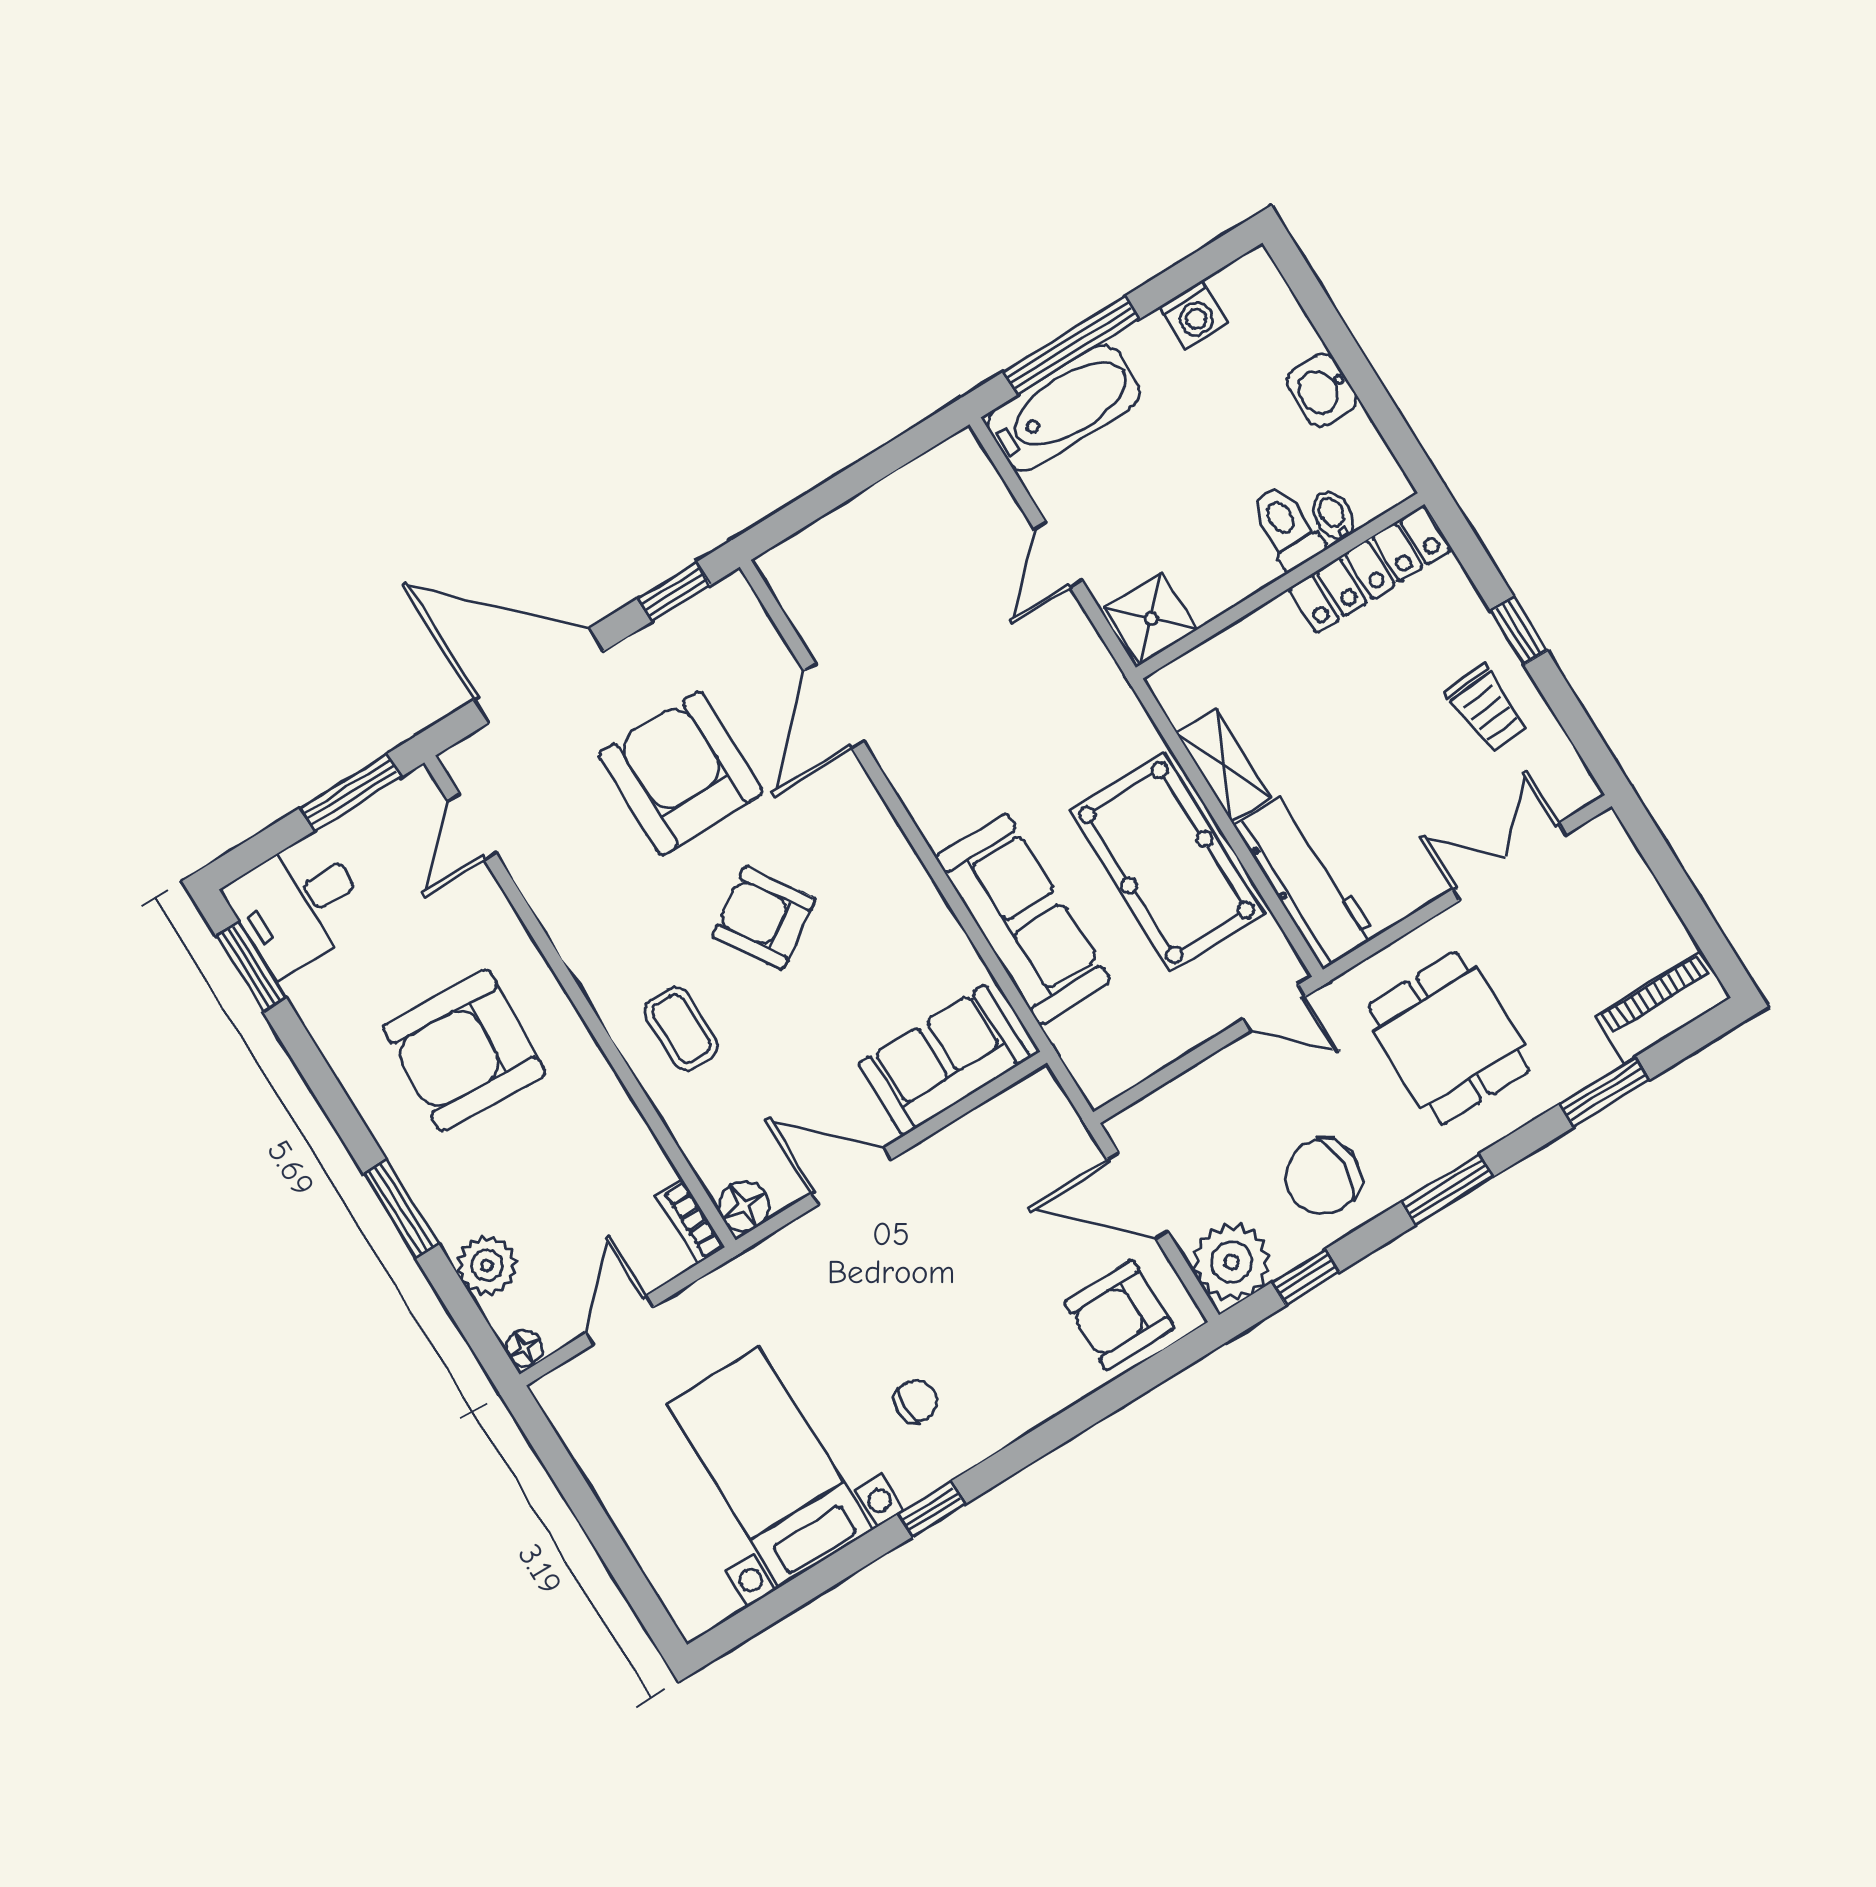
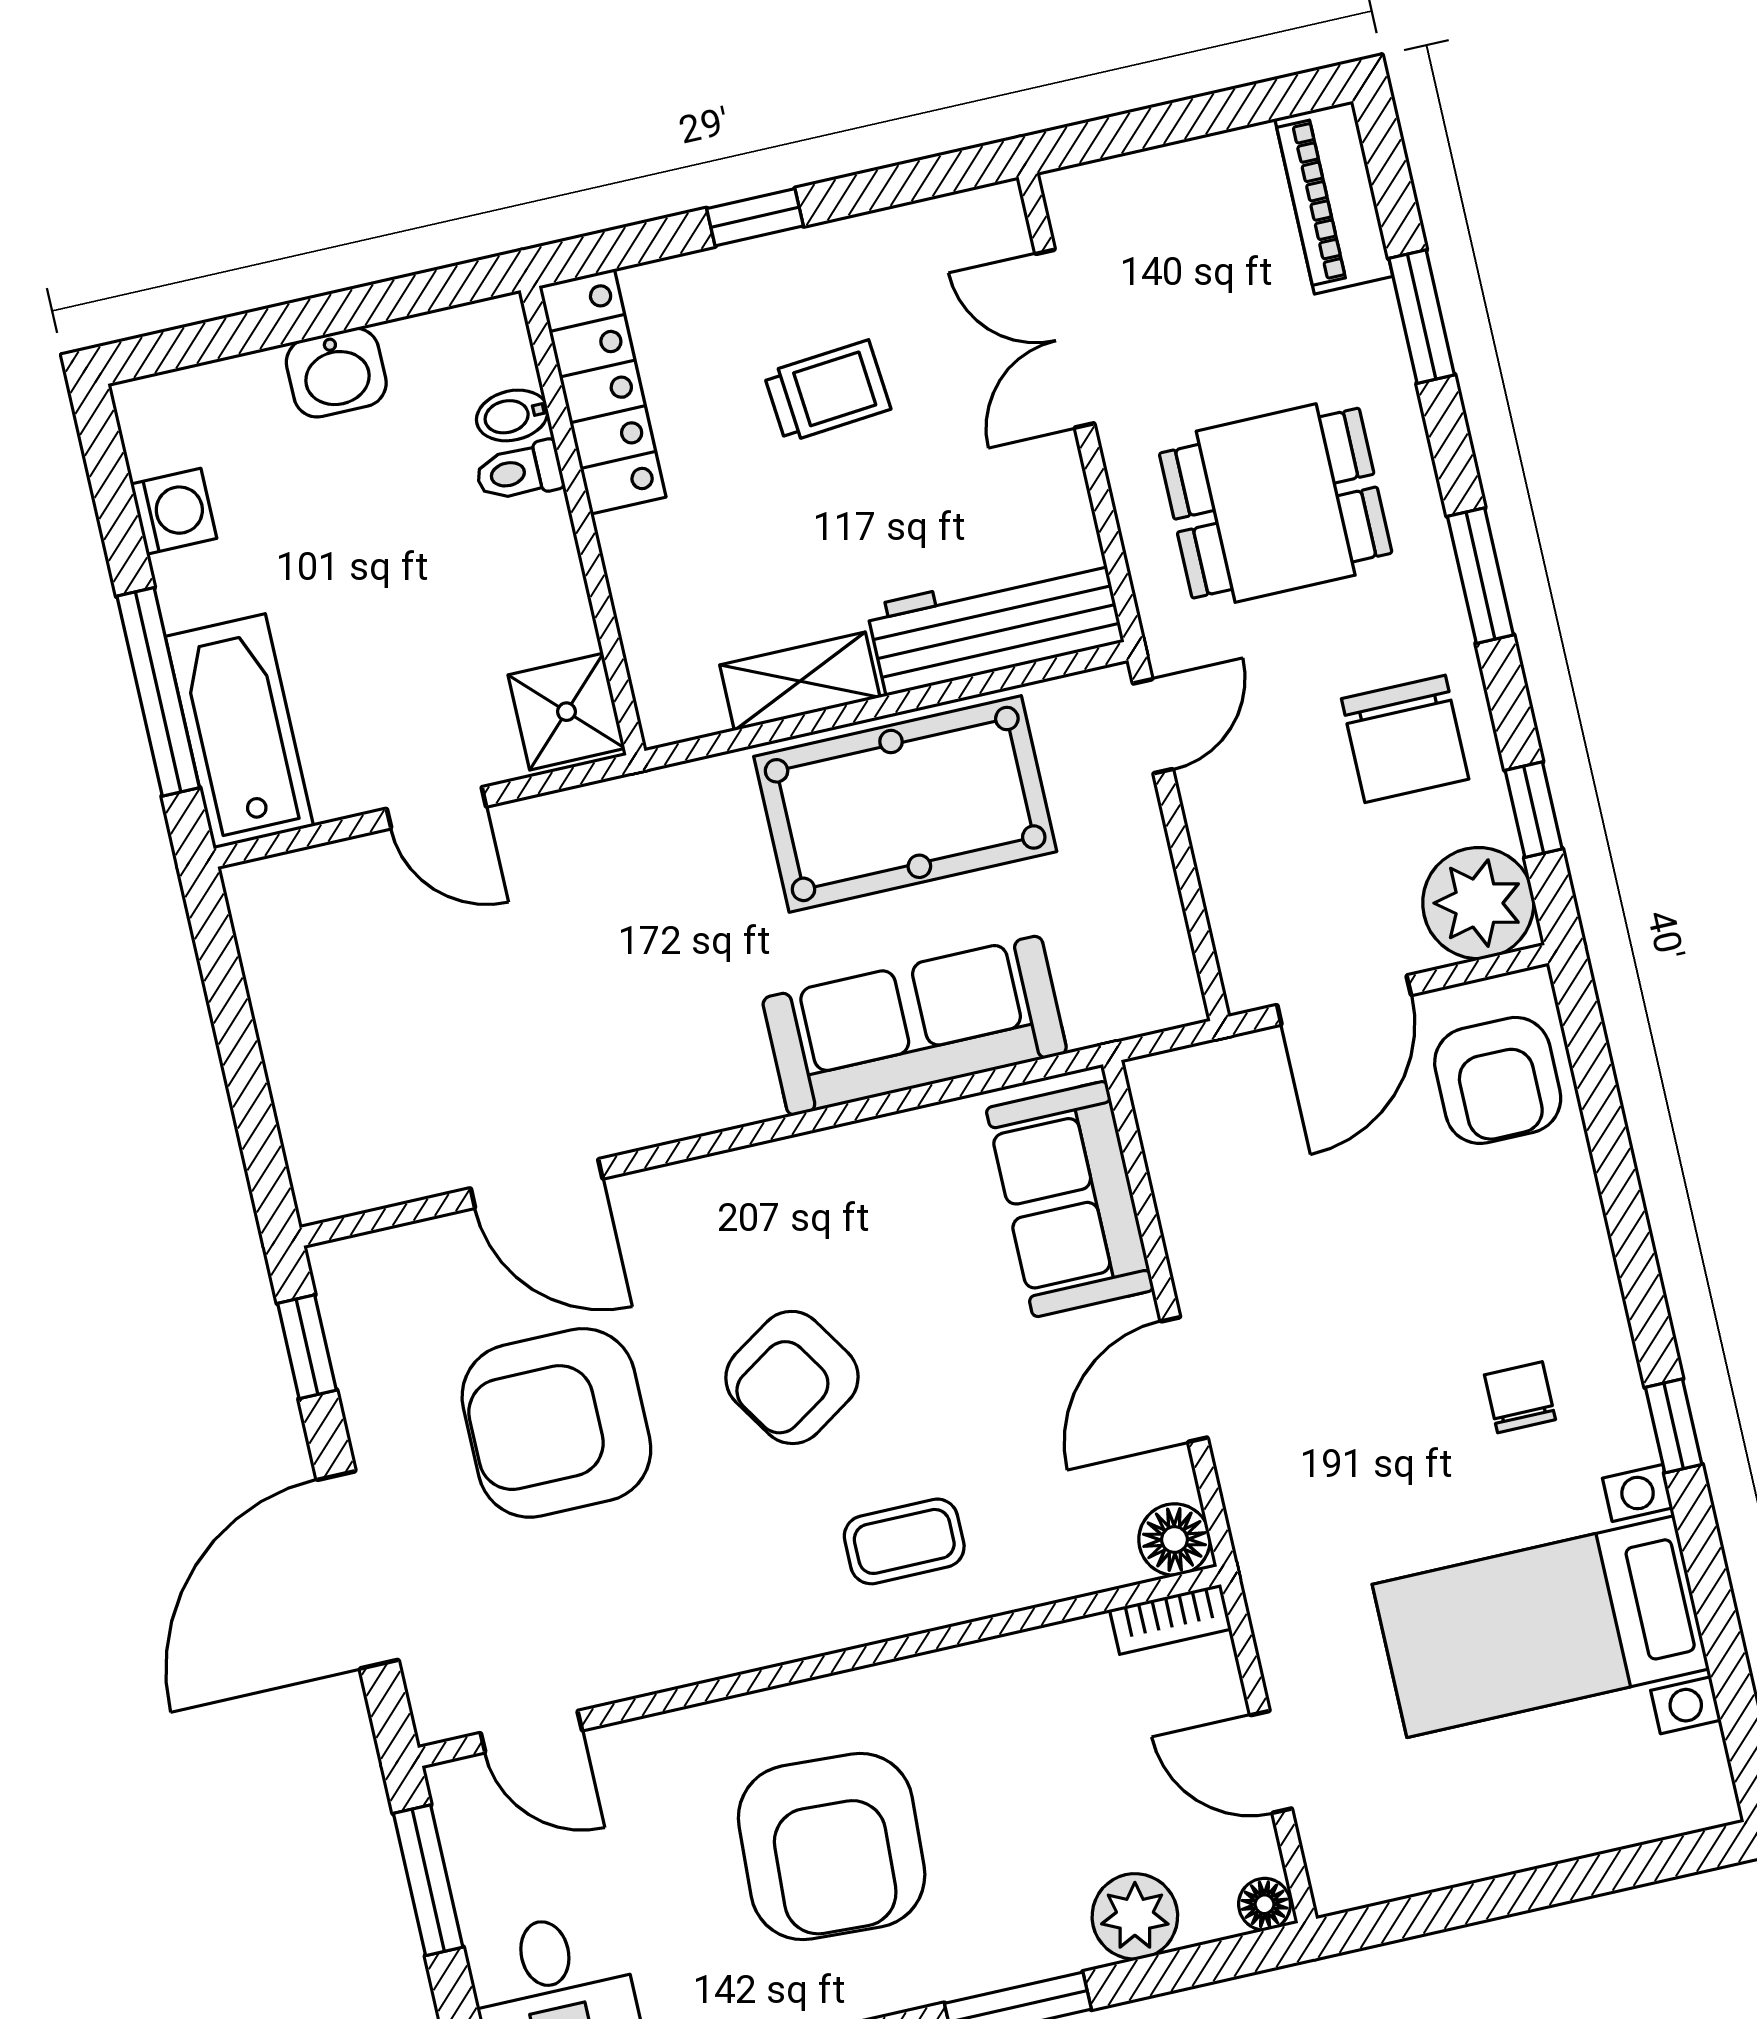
toilet: (1286, 527) -> (519, 472), width x0.73, depth x0.72
trolley: (1487, 709) -> (827, 391), moved

